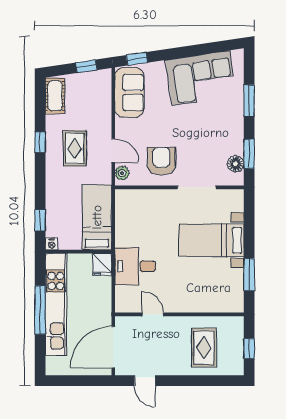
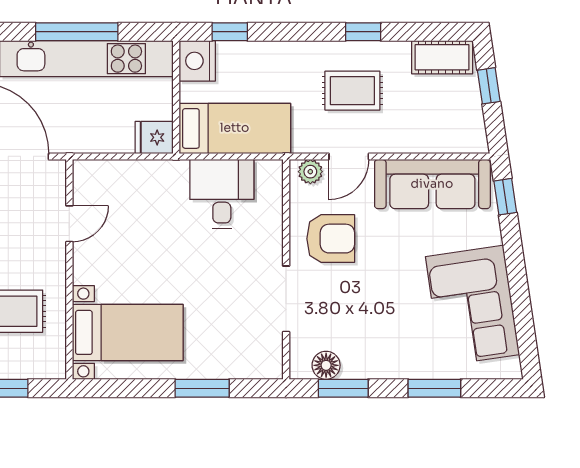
window: (86, 66) -> (489, 86), moved
sofa: (129, 93) -> (432, 184), width x1.36
bed with nightstands: (211, 240) -> (128, 332), moved, turned 90
nightstand: (52, 244) -> (197, 61), width x1.89, depth x1.79
desk: (135, 266) -> (222, 194), moved
window: (249, 274) -> (202, 388), moved

